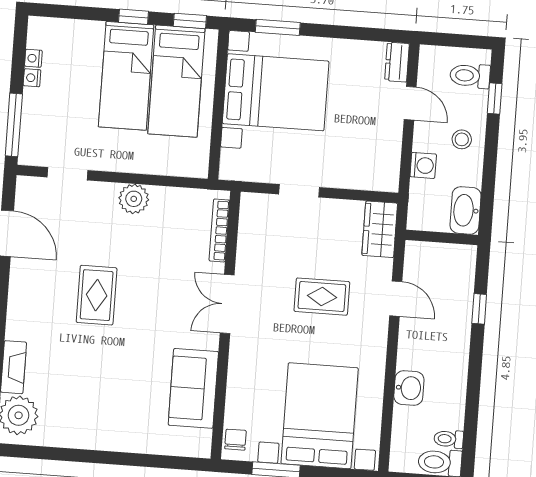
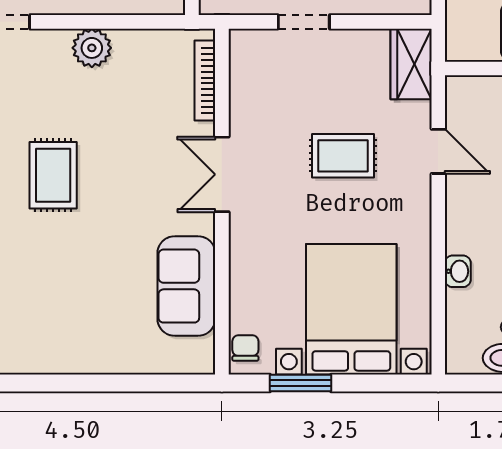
washbasin: (409, 388) -> (458, 271), width x0.72, depth x0.69

